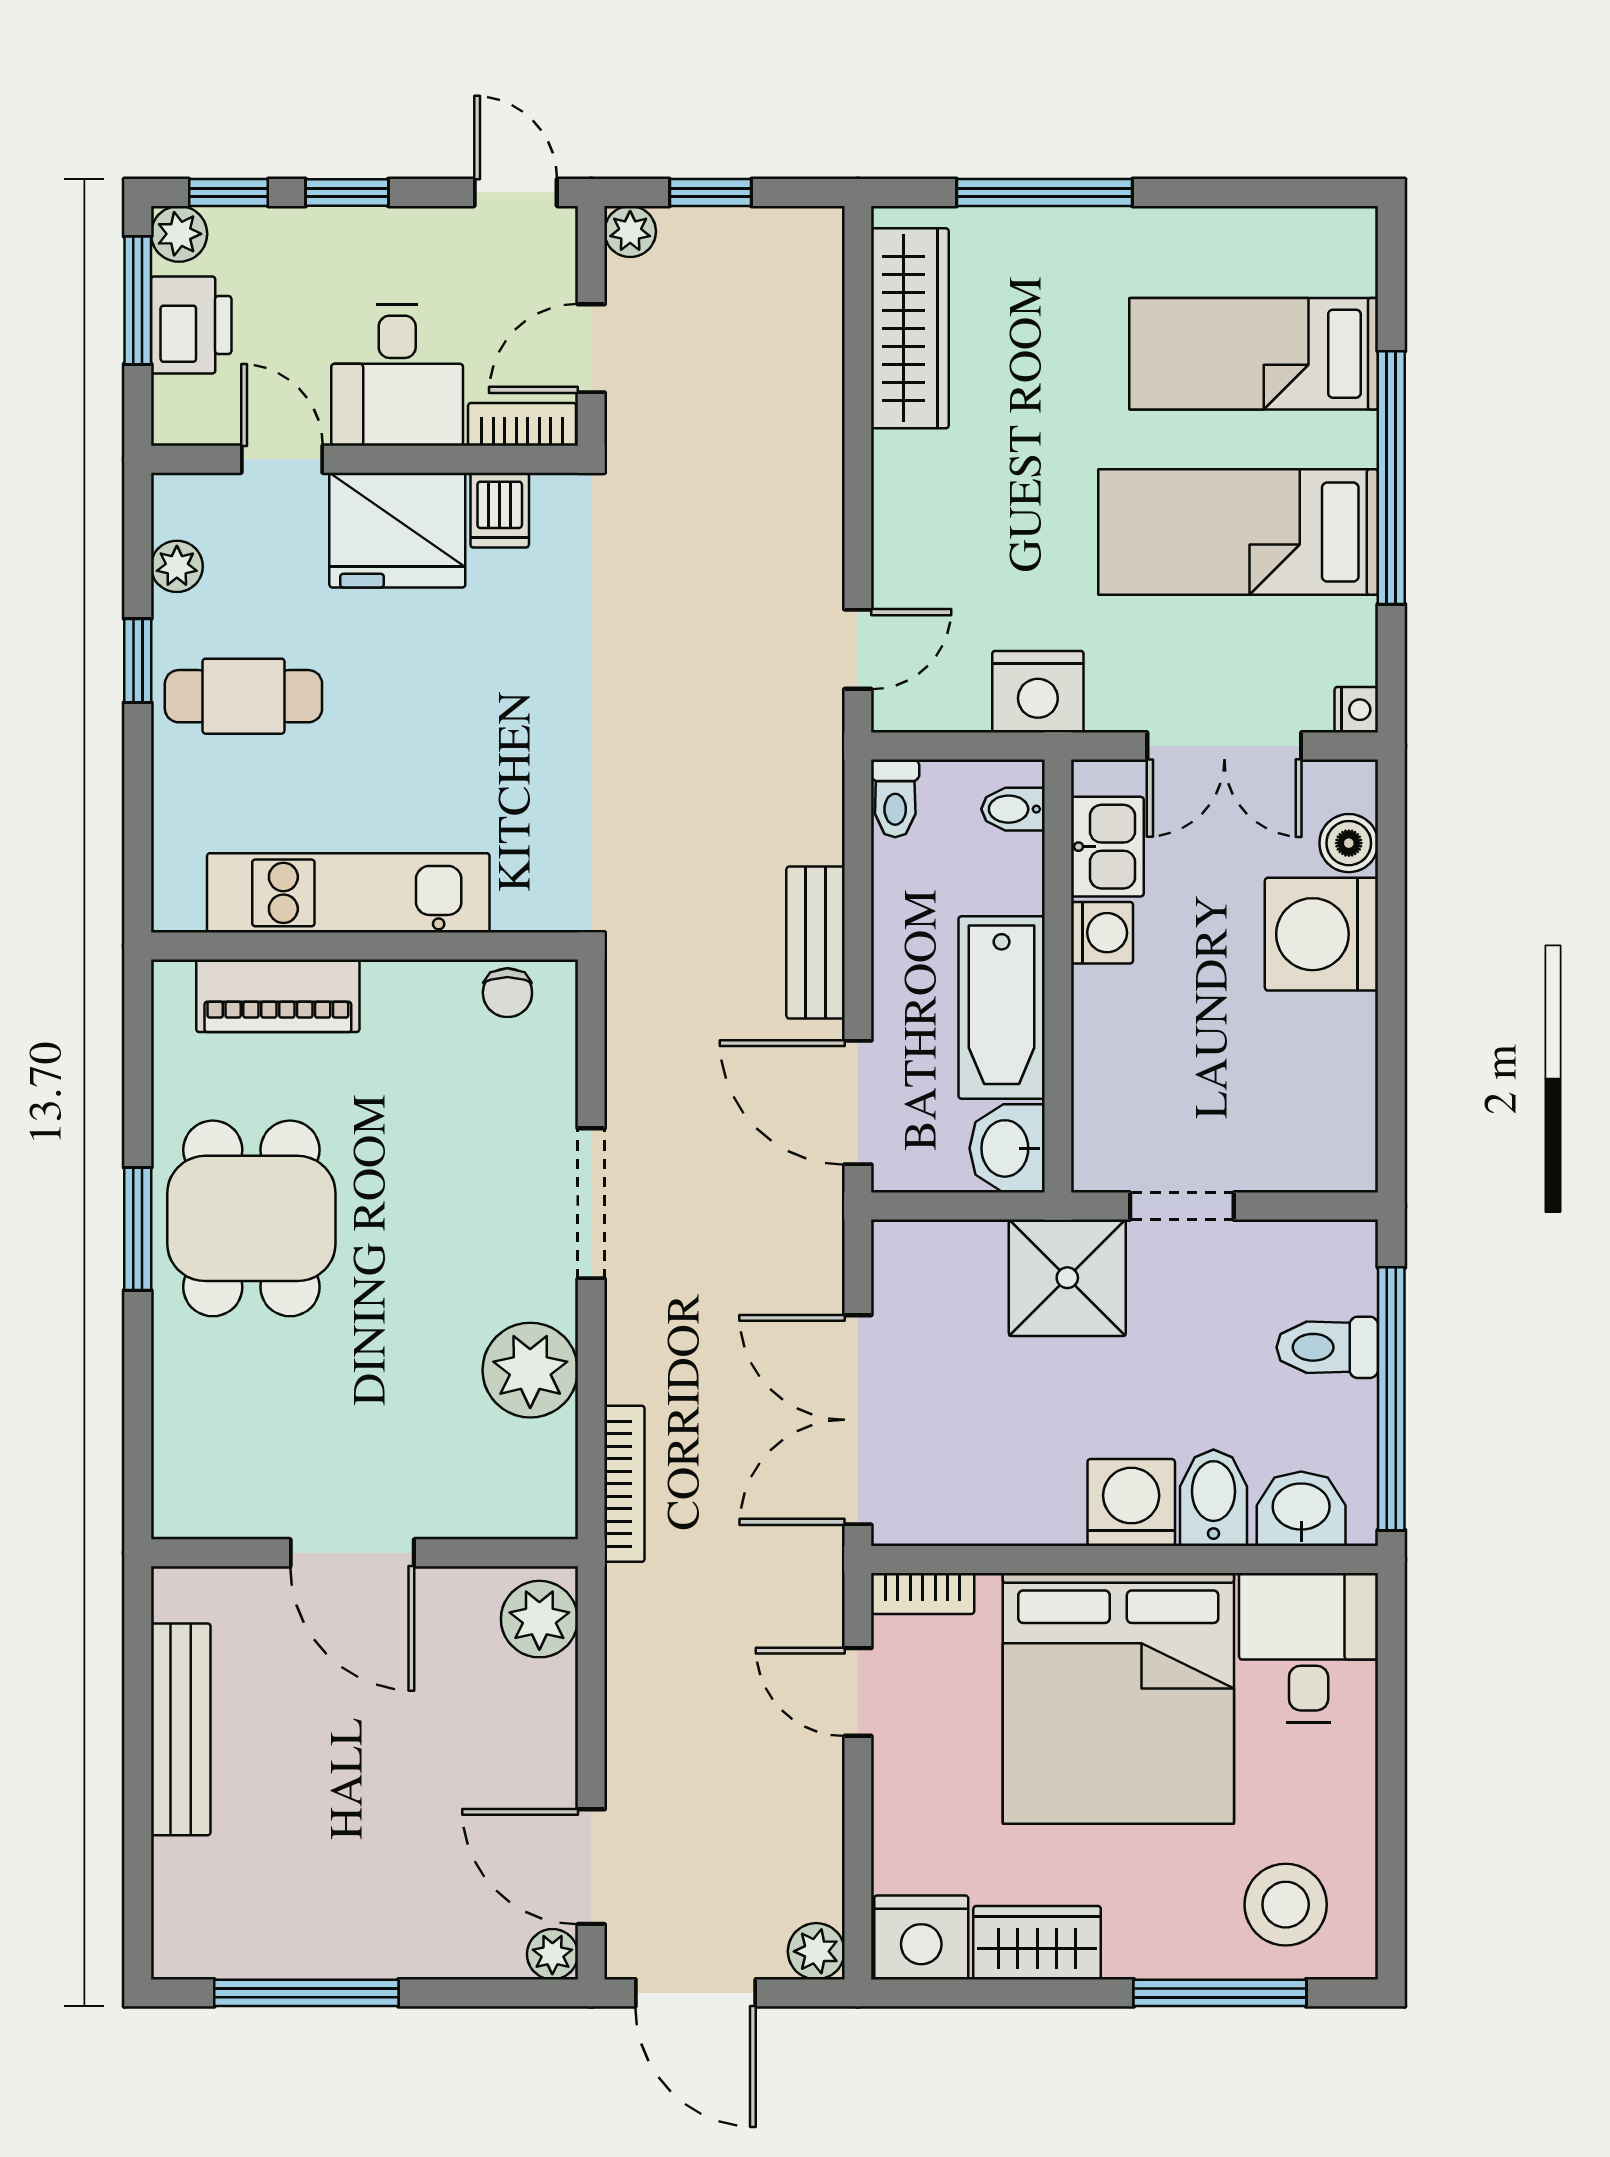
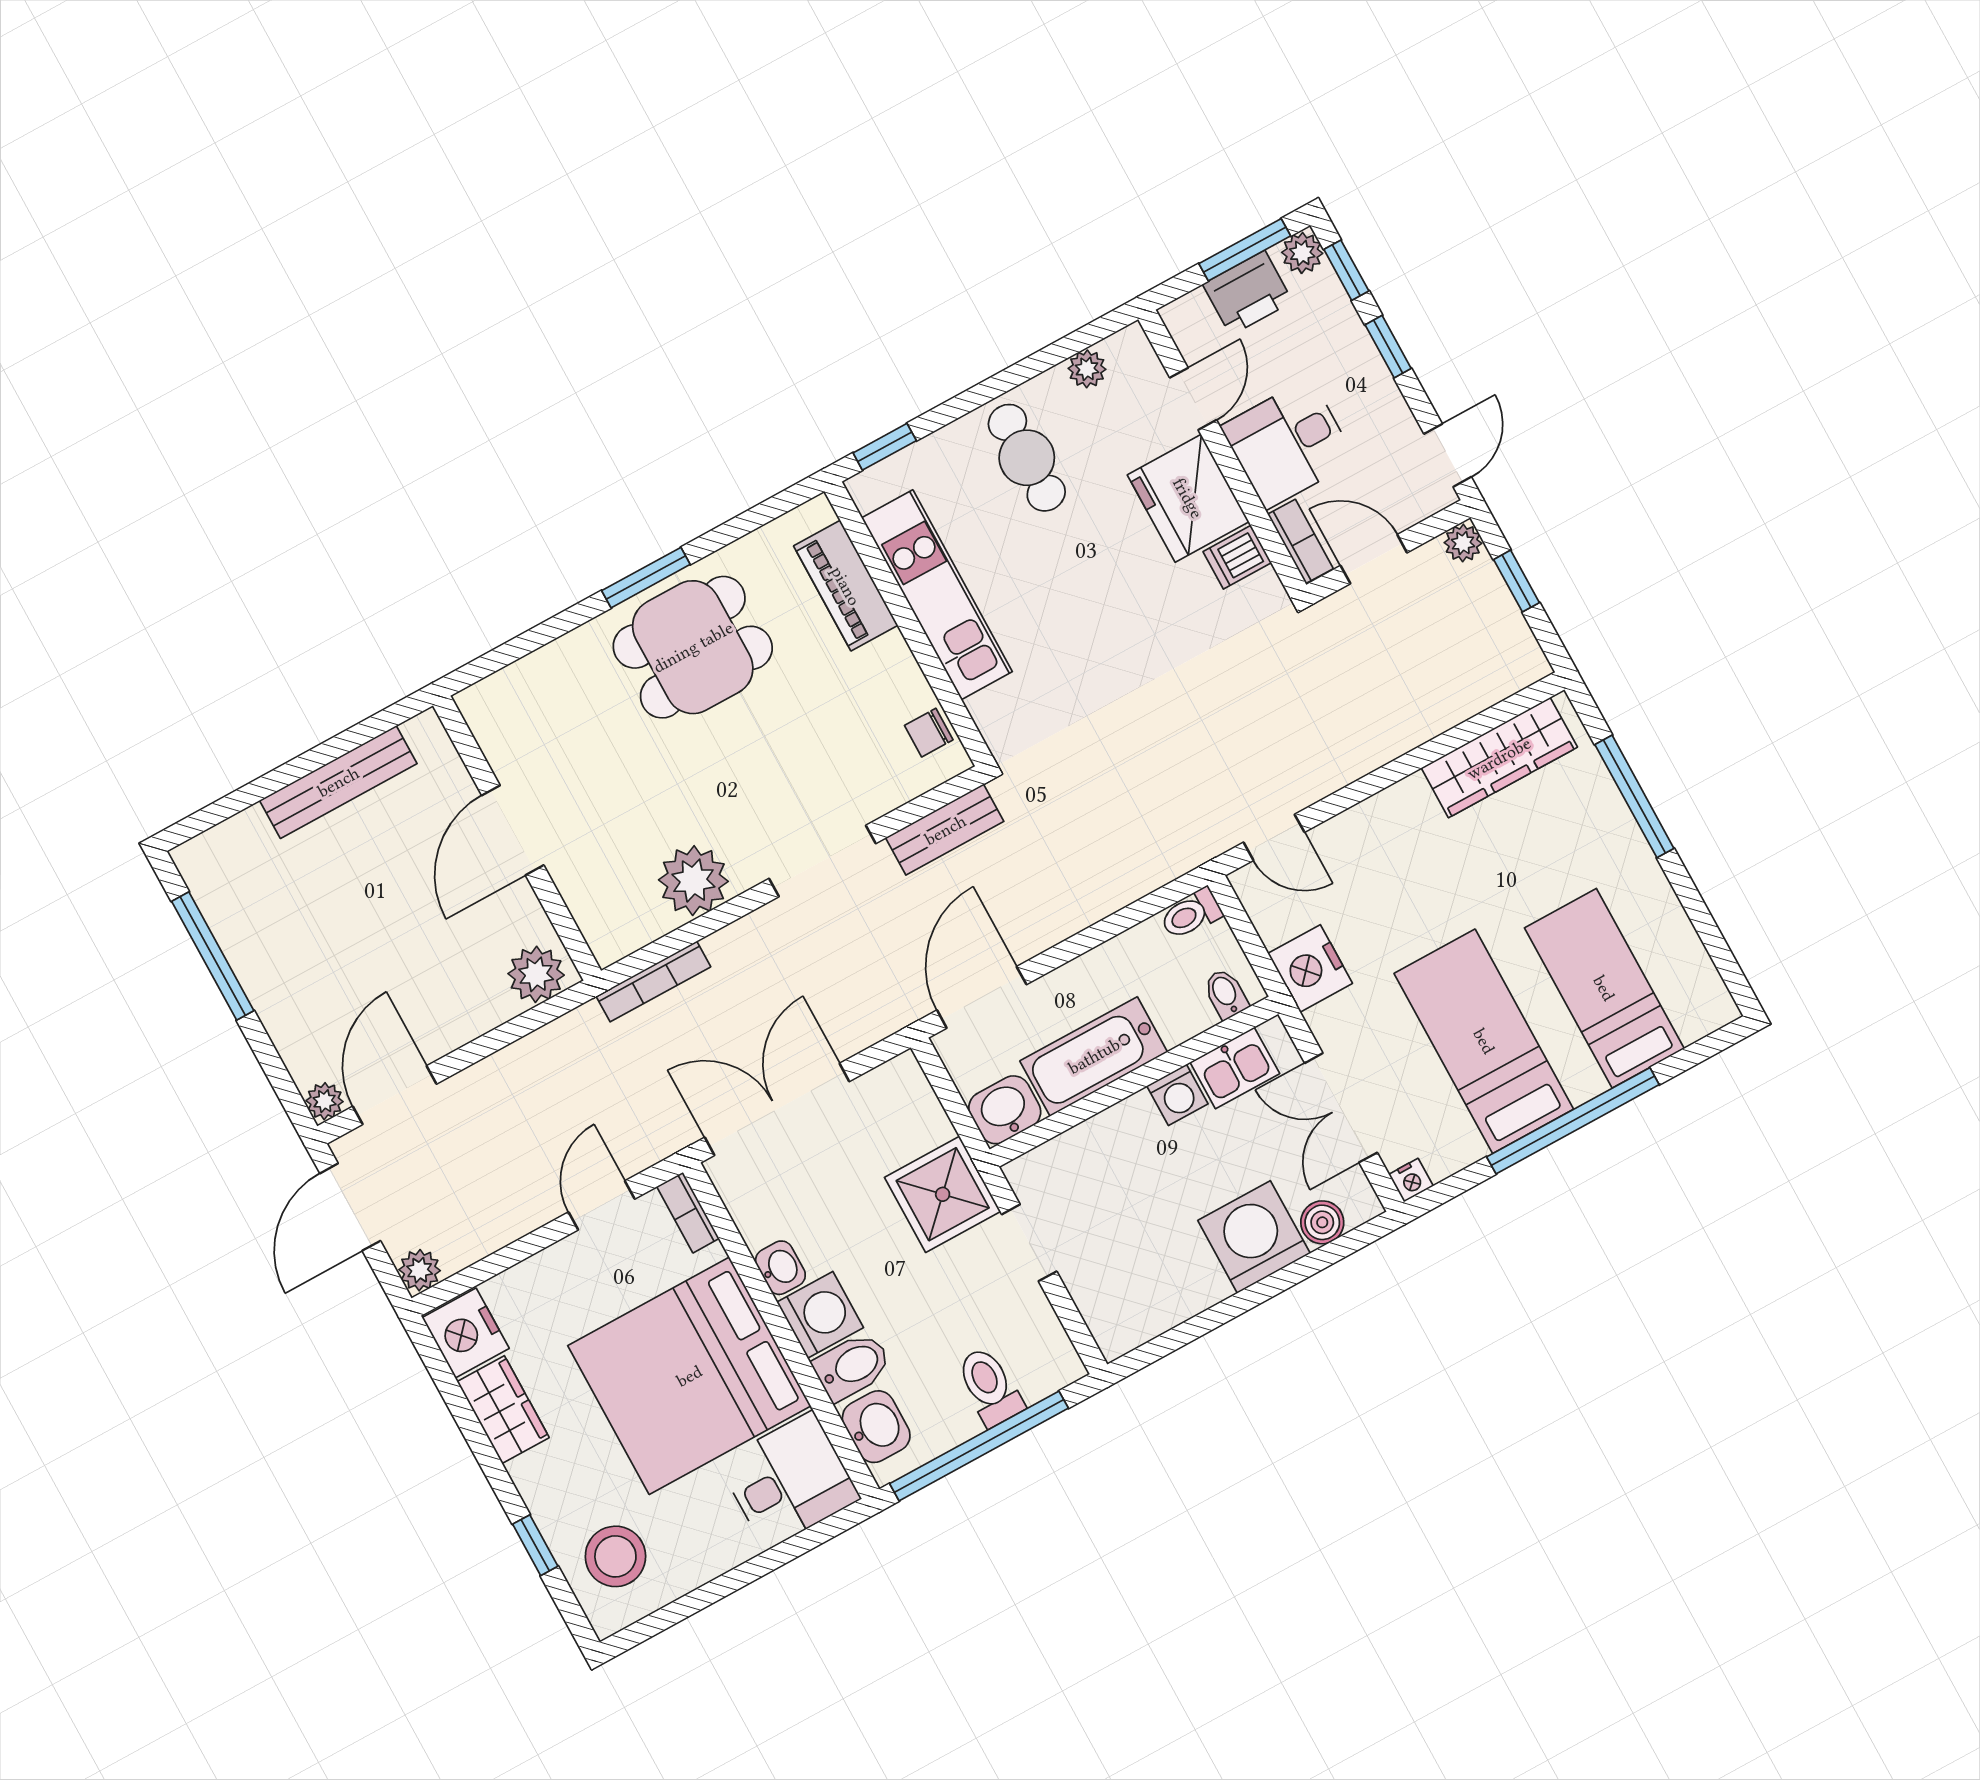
window: (138, 661) -> (885, 447), moved
bench: (815, 943) -> (945, 830), moved
washbasin: (1049, 1519) -> (780, 1268), added
window: (1220, 1993) -> (535, 1545), width x0.46

